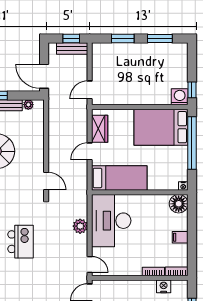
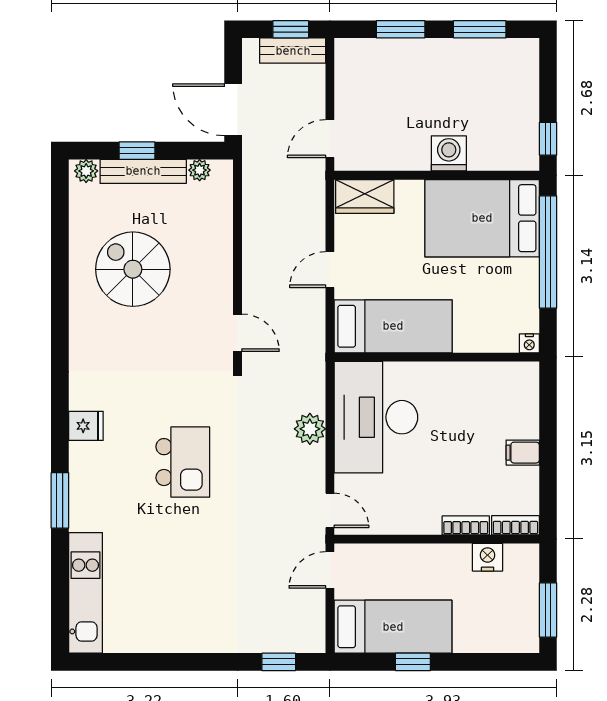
washing machine: (180, 97) -> (449, 153), moved
wardrobe: (100, 129) -> (365, 196), moved, turned 90
floor lamp: (179, 204) -> (520, 381), removed

